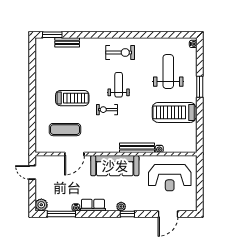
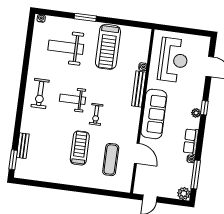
exercise bike: (120, 53) -> (40, 93), turned 180

